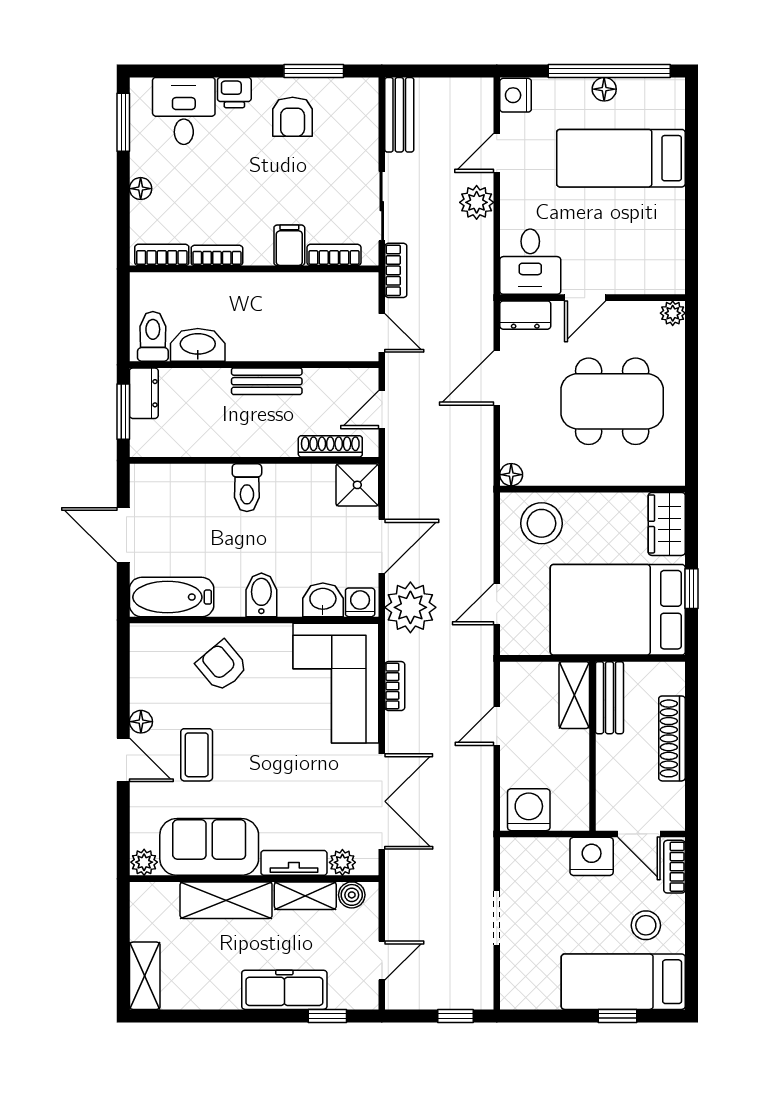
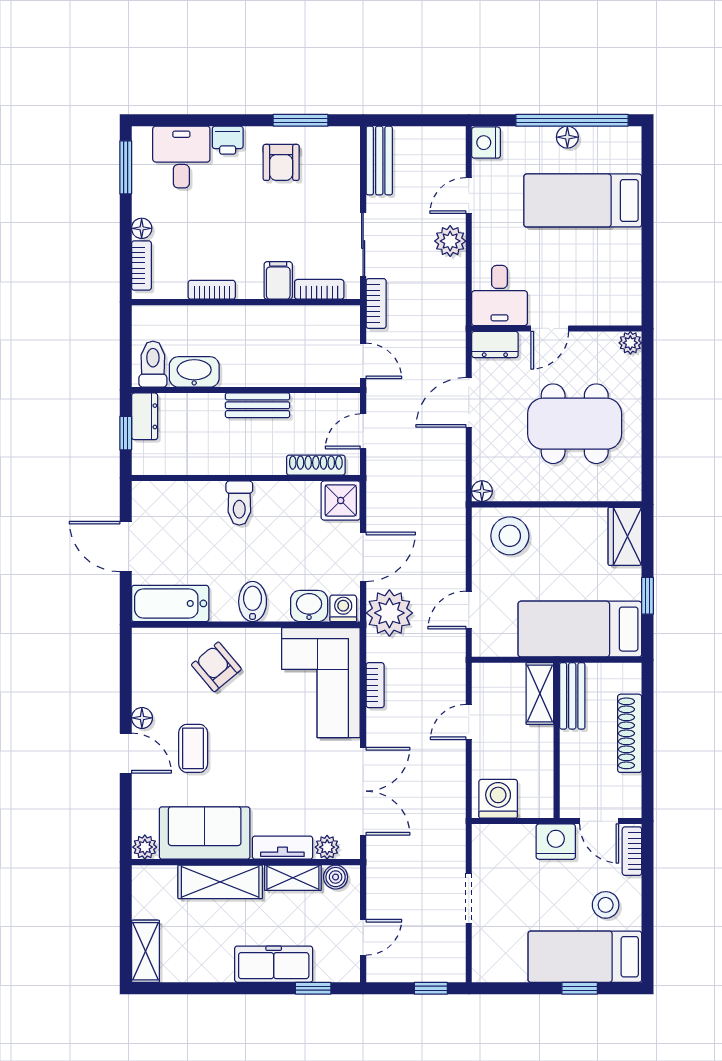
bookcase: (162, 255) -> (141, 266), moved, turned 90
window: (123, 412) -> (126, 433), width x0.67
bed: (618, 610) -> (580, 629), width x0.67

